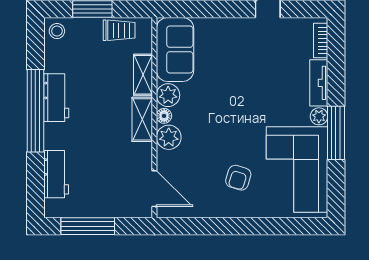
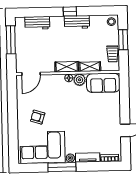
window: (35, 111) -> (70, 11), width x0.32
plant: (169, 137) -> (58, 81), removed

